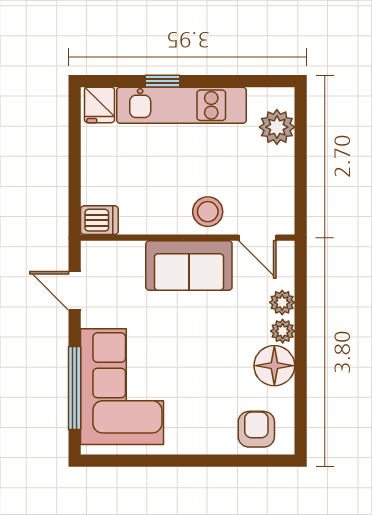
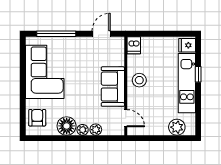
stool: (208, 212) -> (139, 80), moved
door: (257, 238) -> (126, 118), swing flipped
corner sofa: (122, 387) -> (45, 72), moved, turned -90
armchair: (256, 429) -> (37, 118), turned -90

